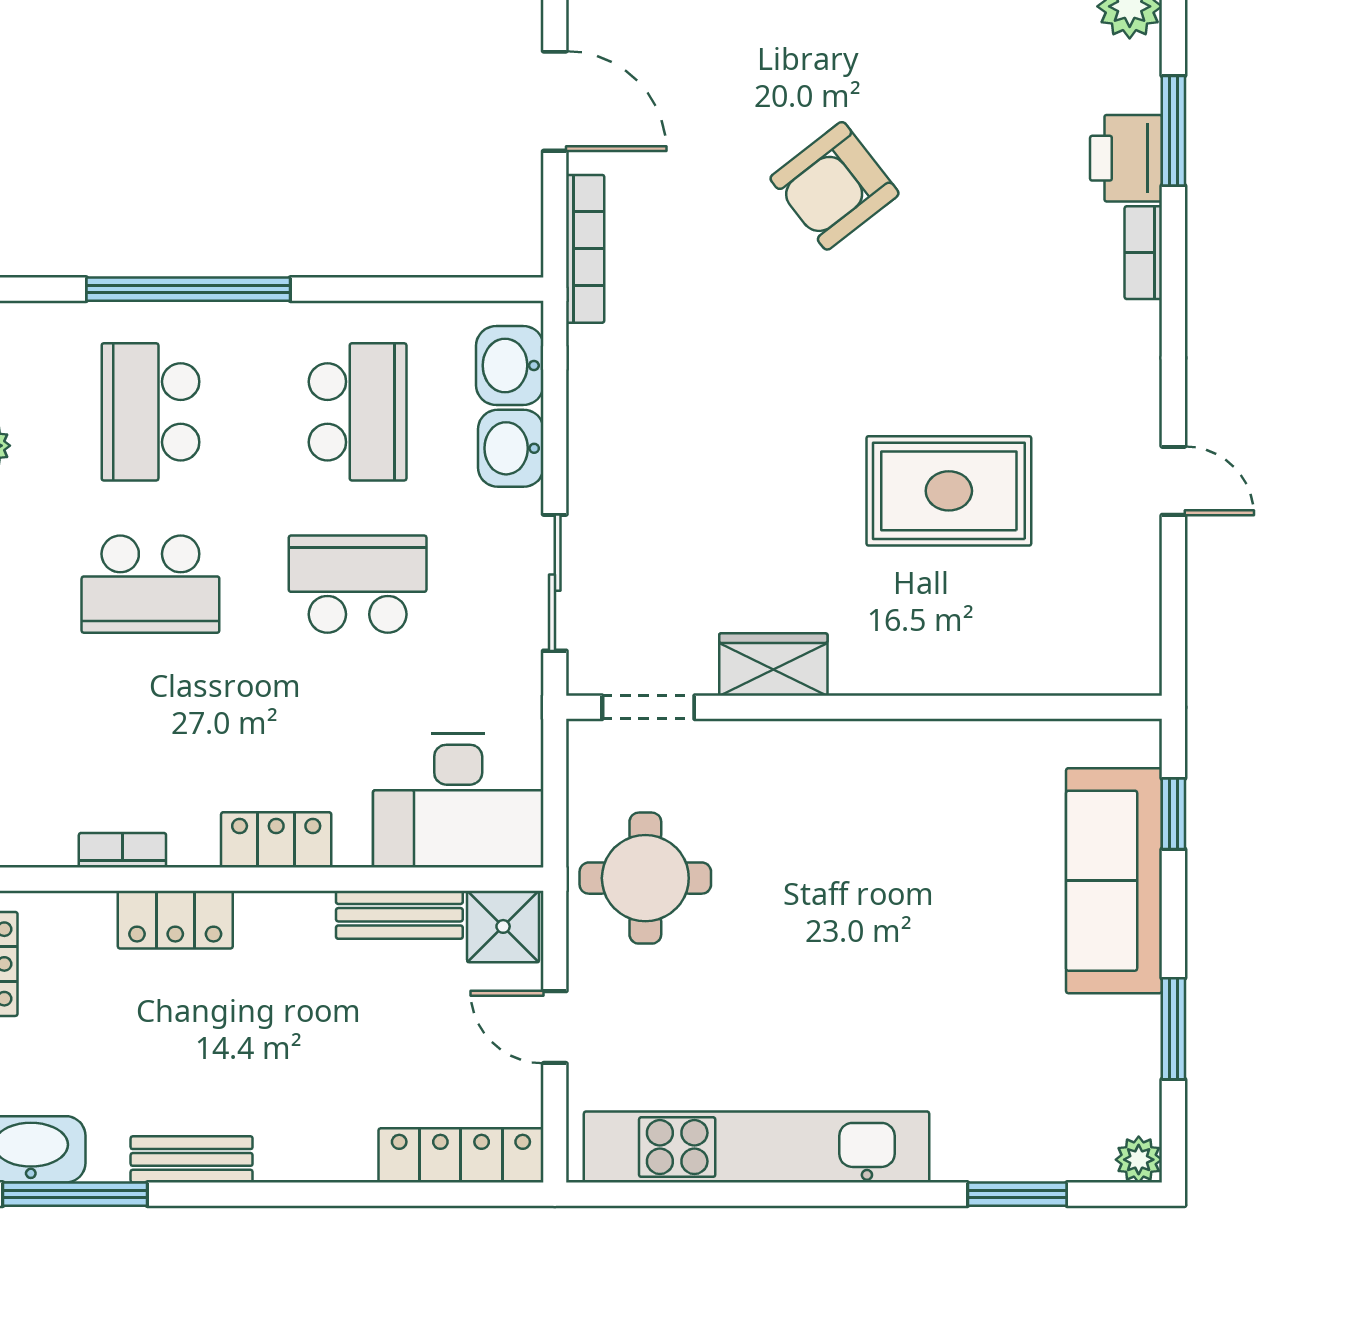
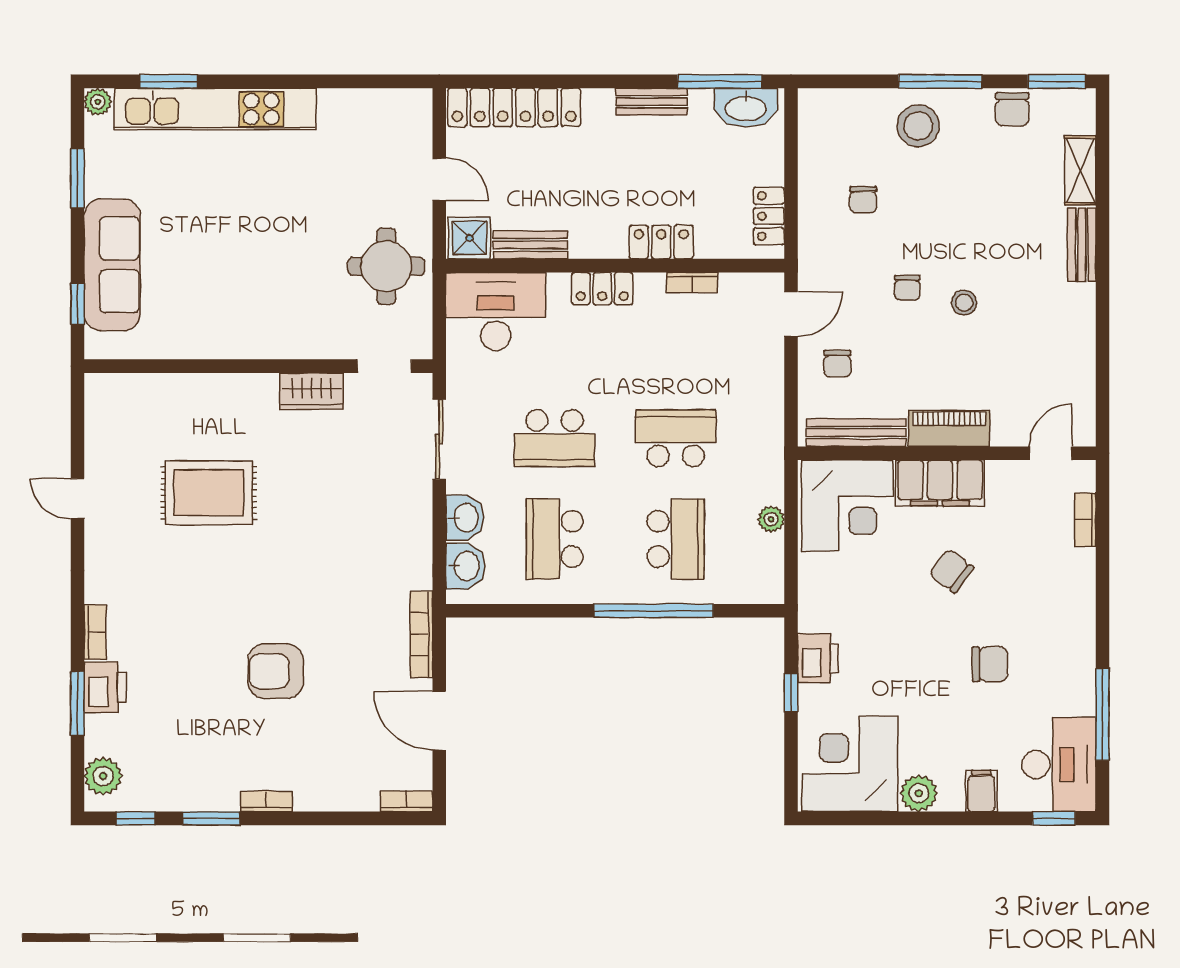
armchair: (835, 186) -> (276, 671), turned -142
kitchen unit: (757, 1147) -> (215, 109), moved
locker: (461, 1155) -> (514, 107), width x1.41, depth x1.21

